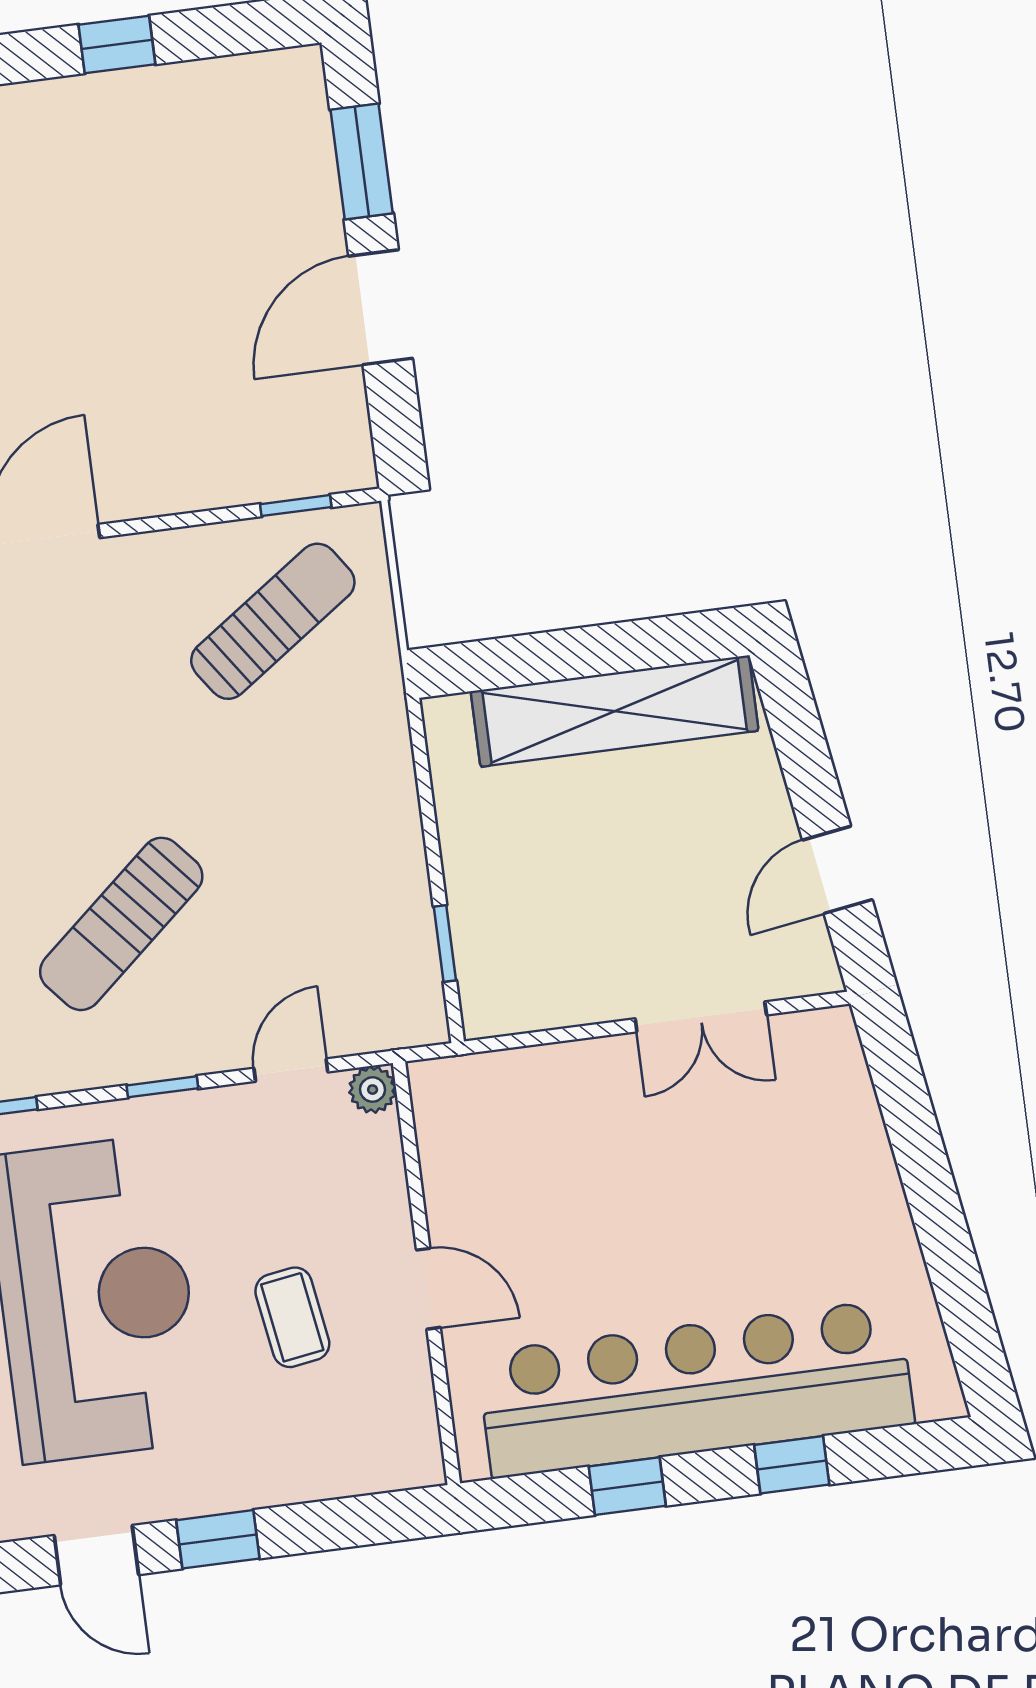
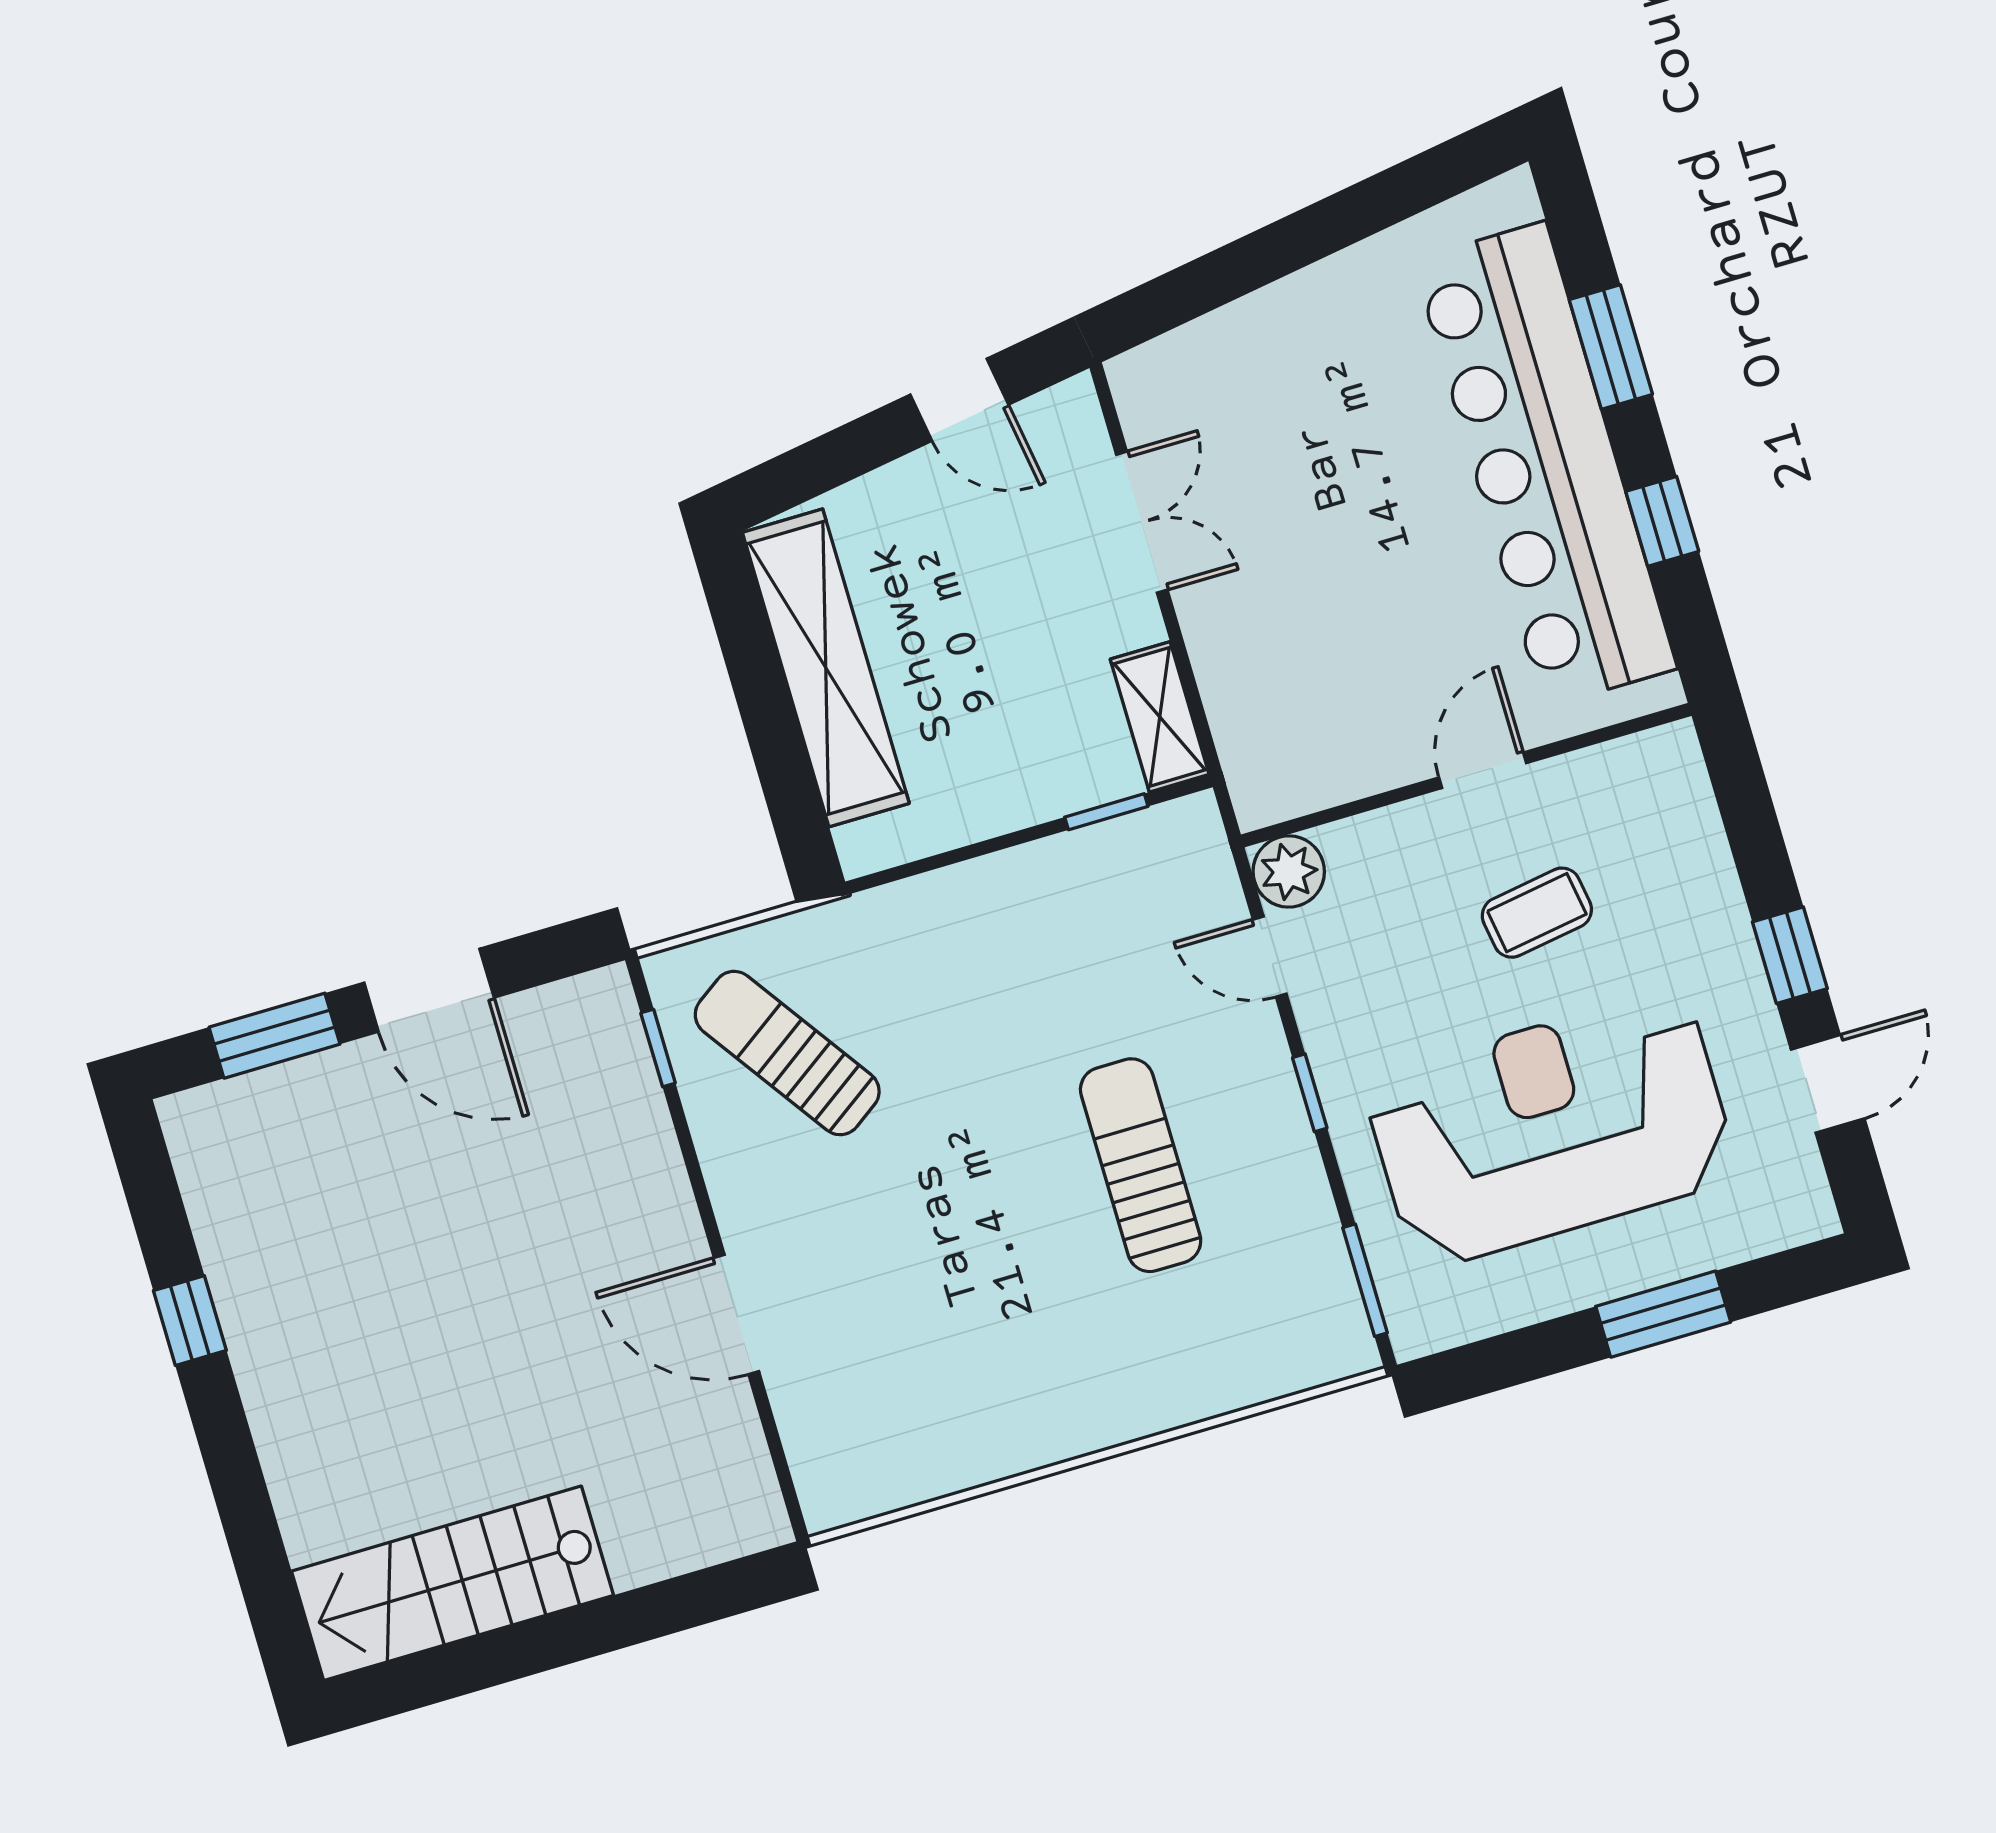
sun lounger: (121, 924) -> (1141, 1165), turned -139
shelving: (523, 1005) -> (1160, 717), added
plant: (373, 1090) -> (1289, 871), width x1.38, depth x1.38
window: (792, 1465) -> (1611, 347), width x1.50

